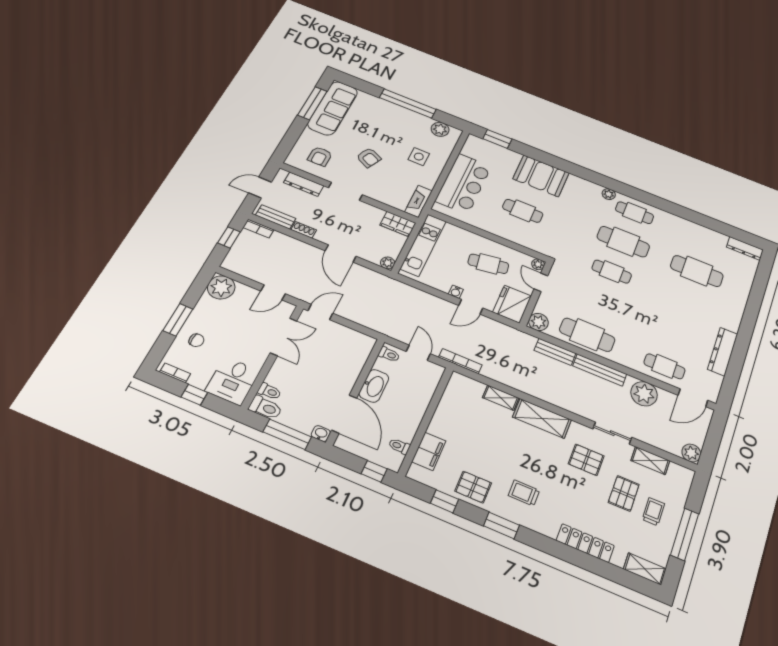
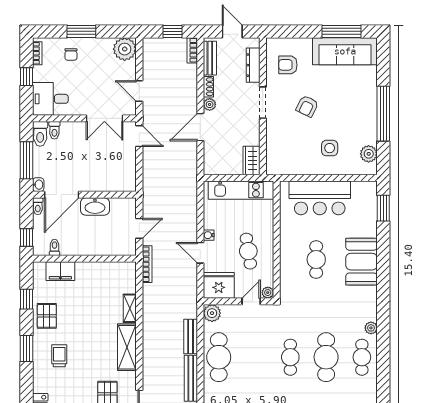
fireplace: (418, 201) -> (283, 168), removed
plant: (388, 263) -> (210, 104), moved
toilet: (389, 354) -> (38, 206), moved

